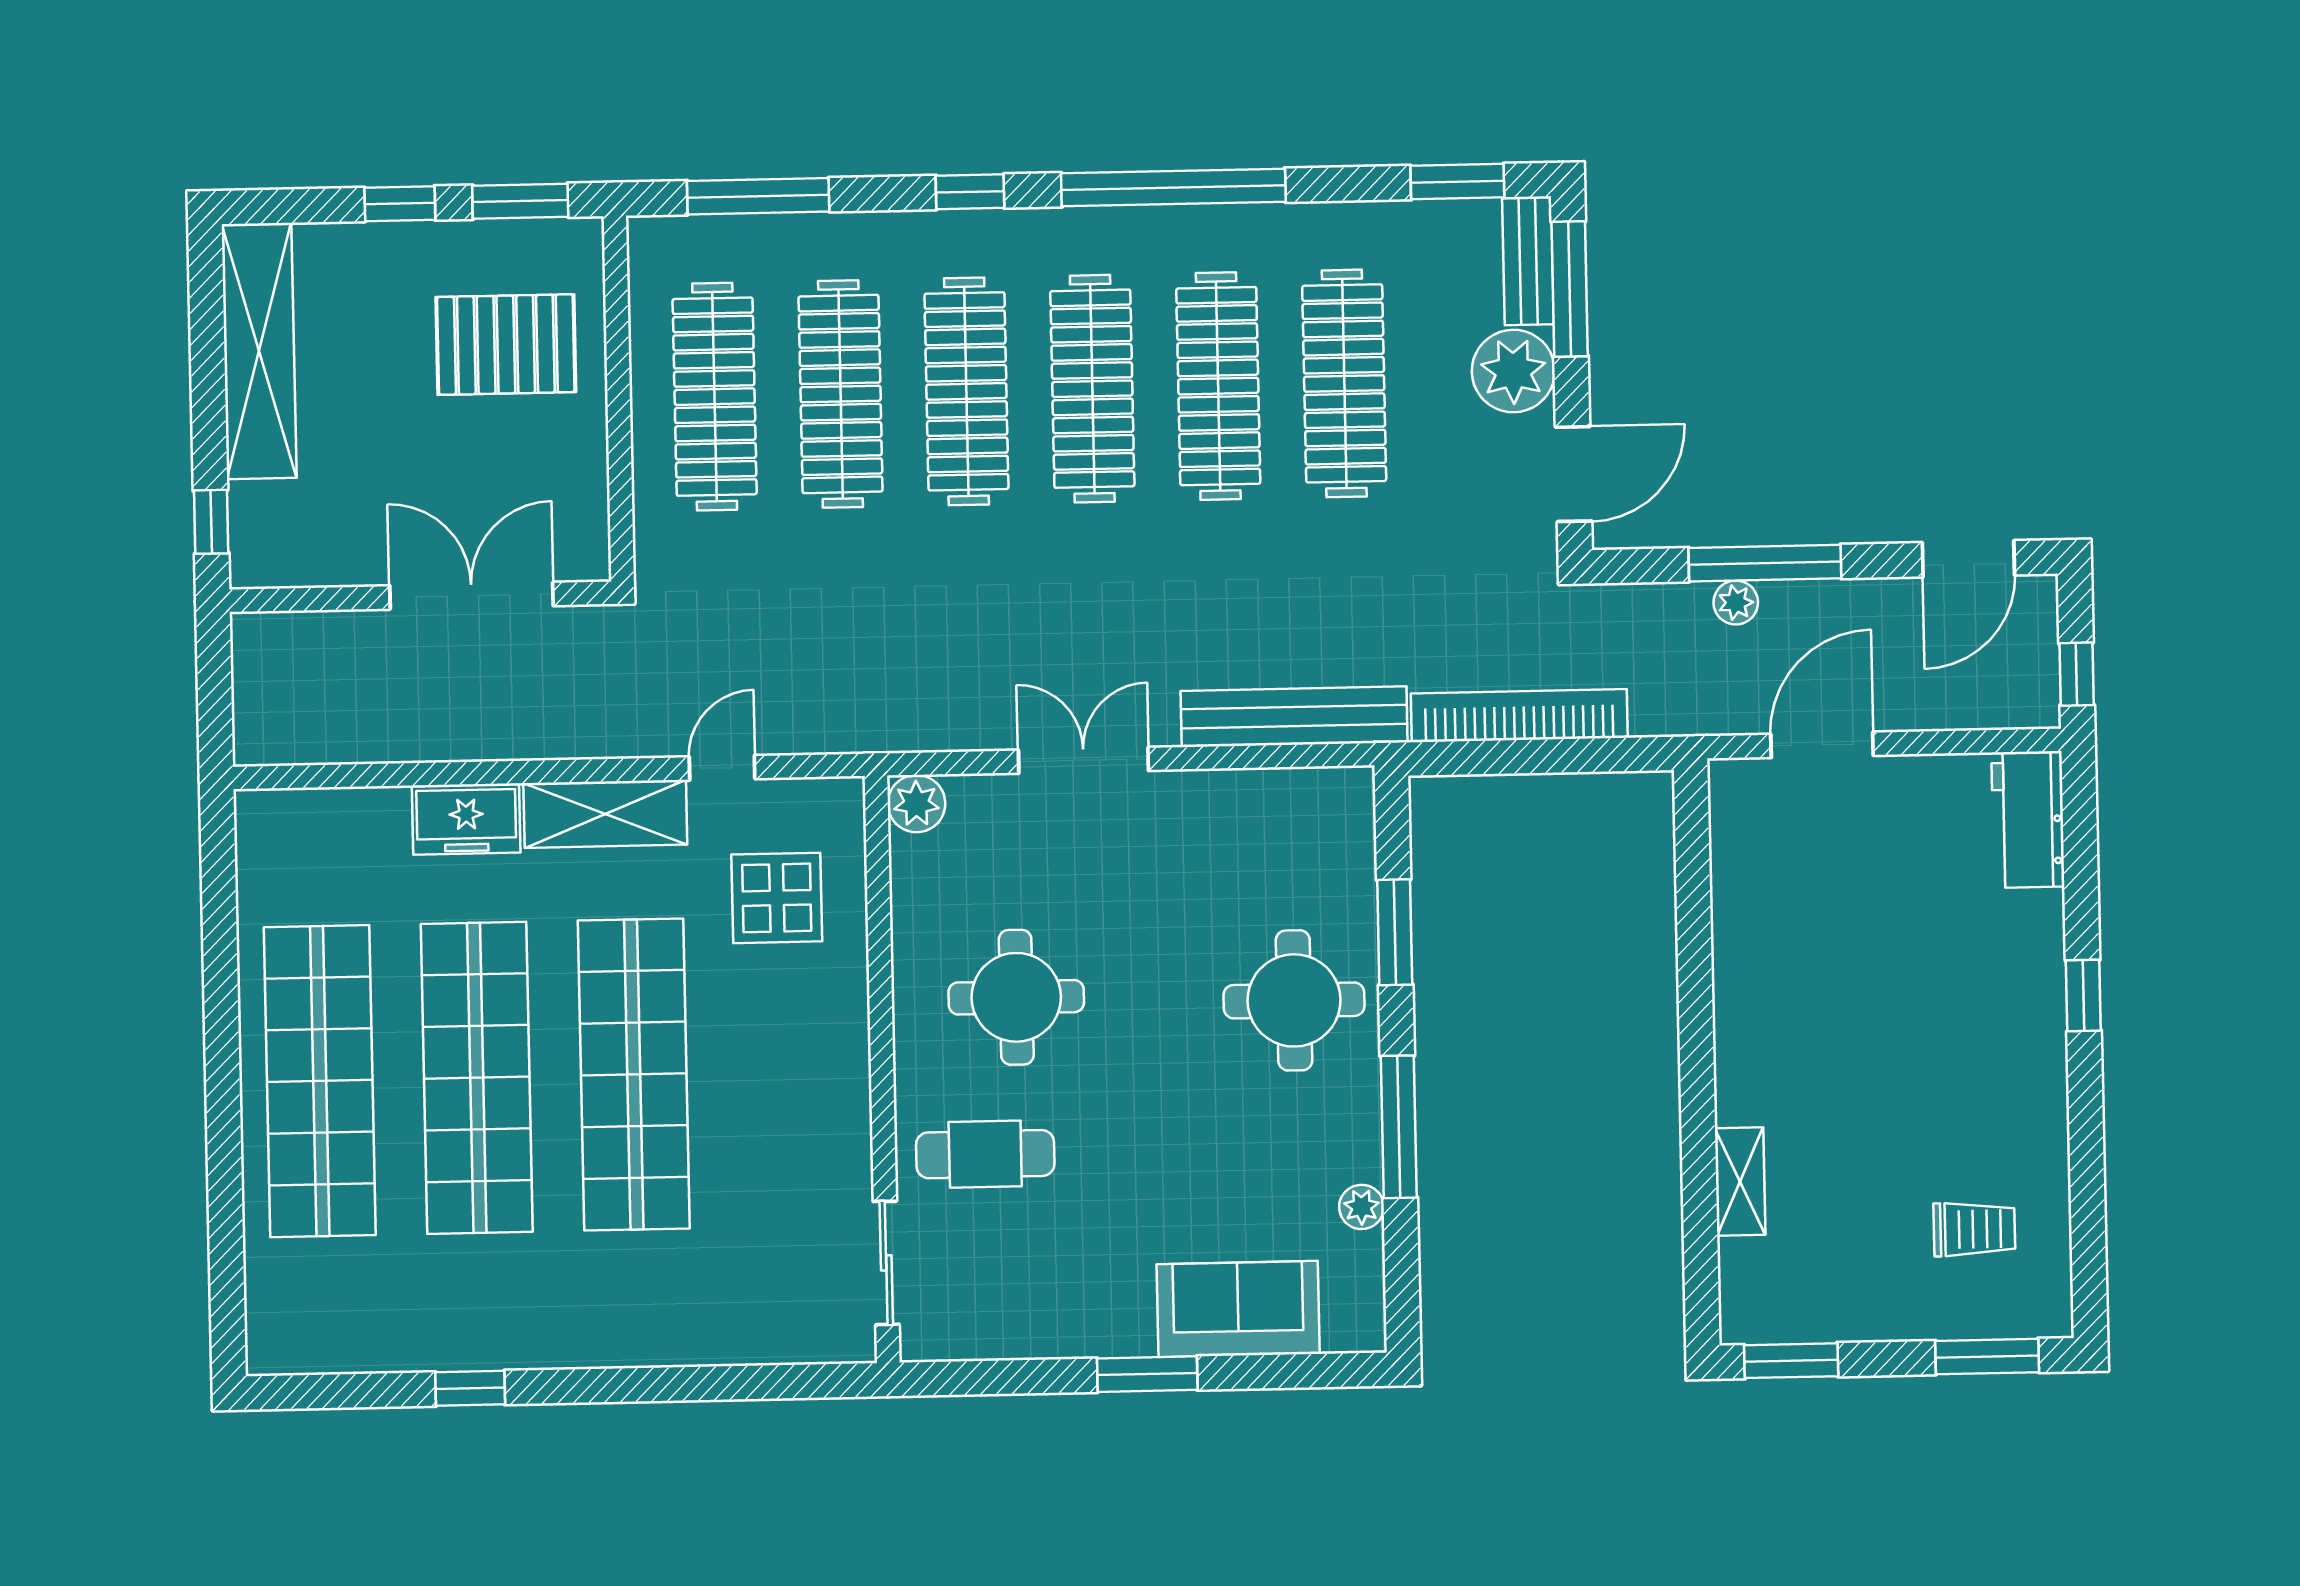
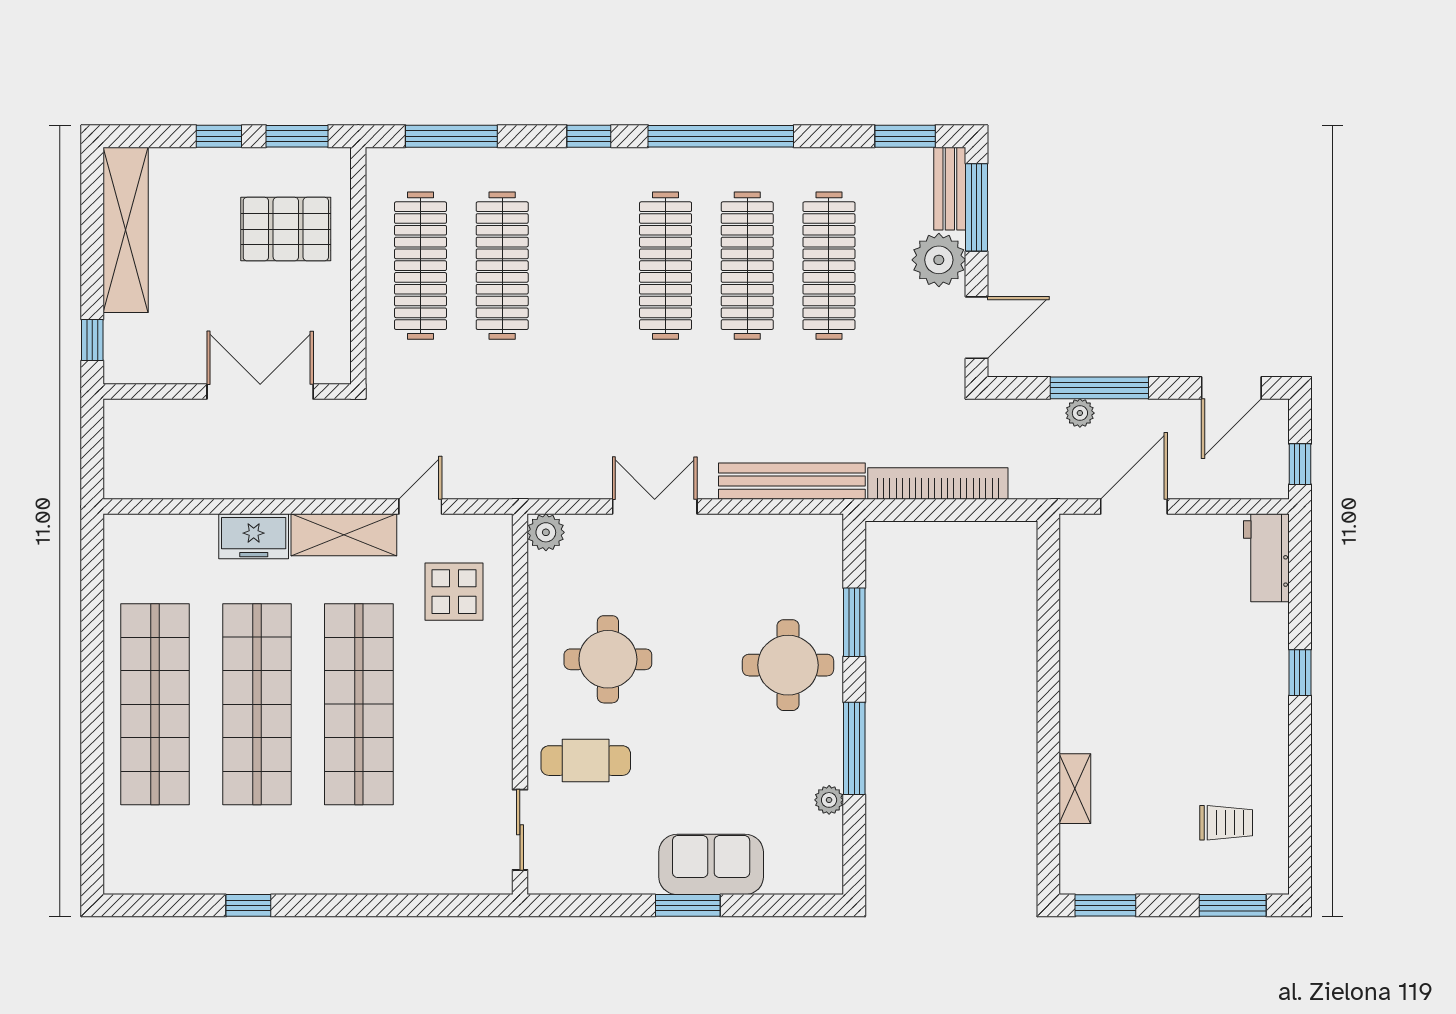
clothes rail: (966, 391) -> (584, 266), removed
sofa: (1238, 1309) -> (711, 864), moved

